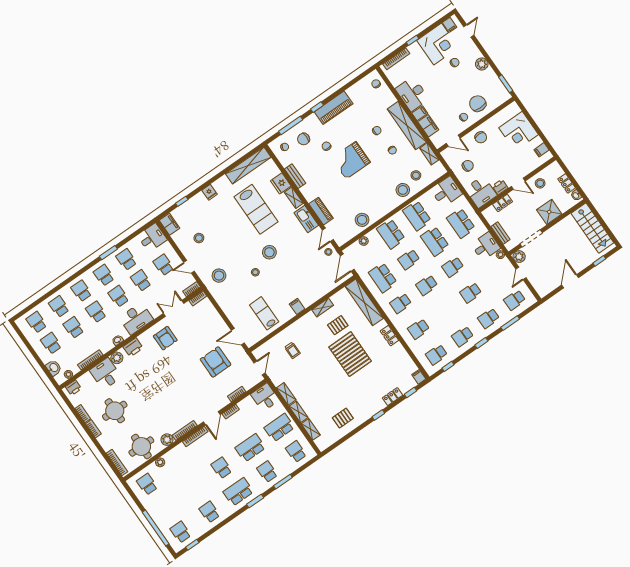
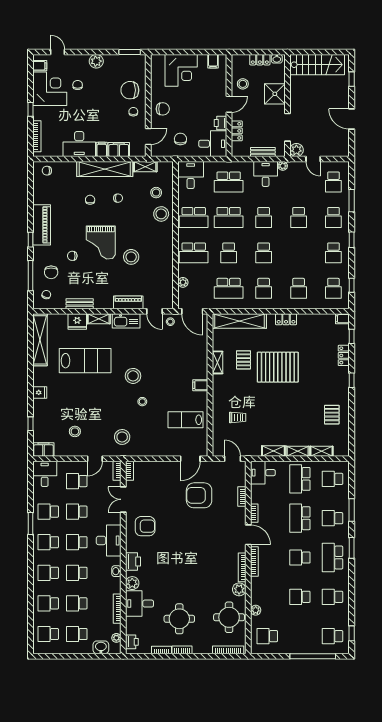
stool: (362, 220) -> (131, 257), moved
school desk: (193, 488) -> (300, 597), added

